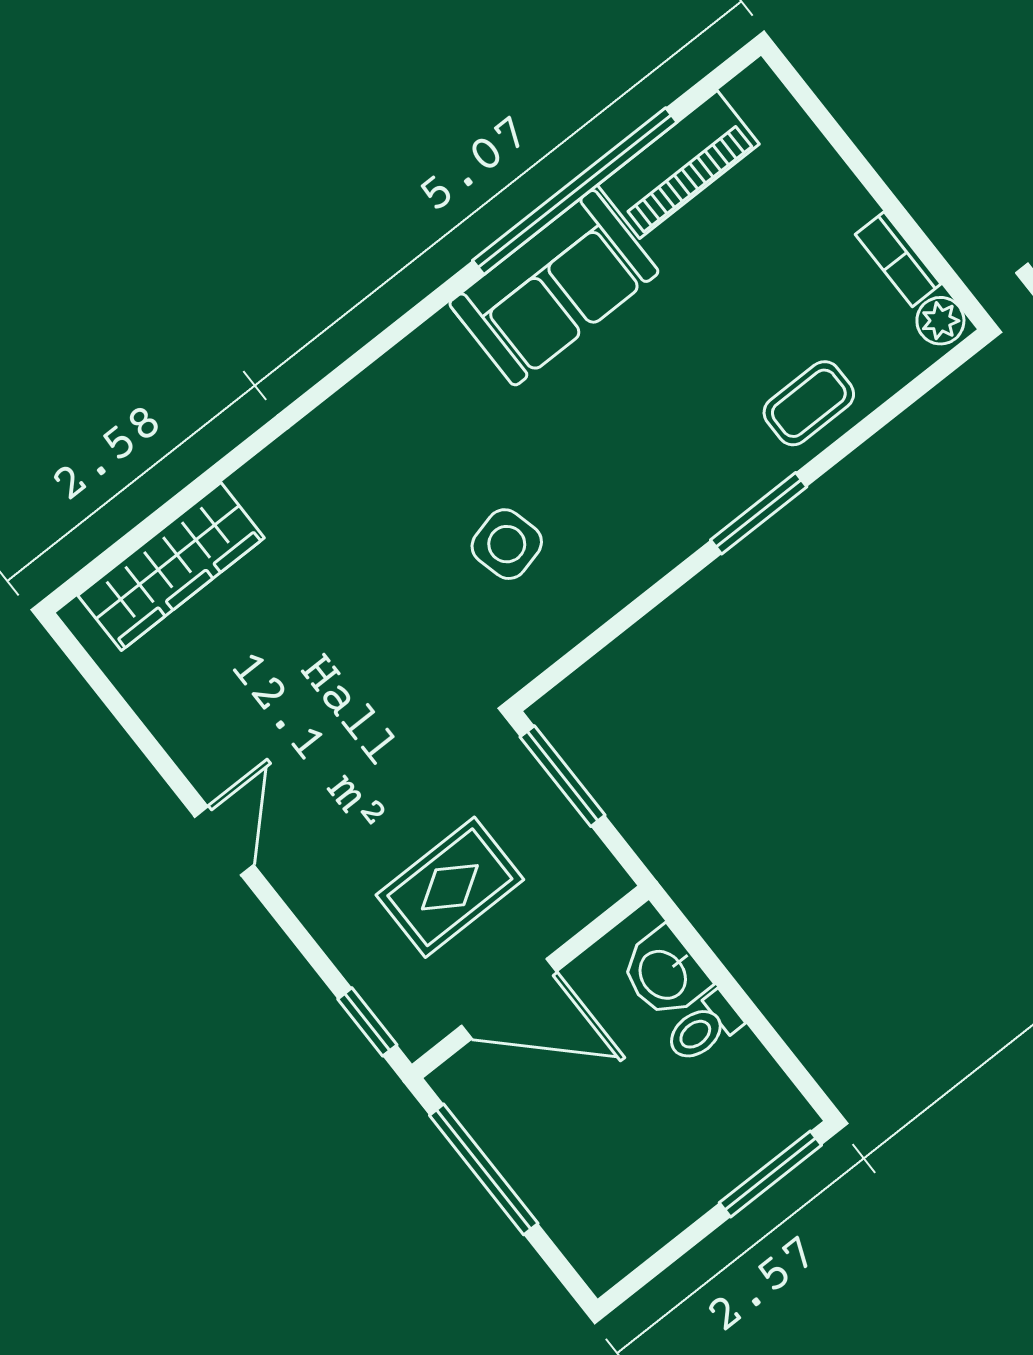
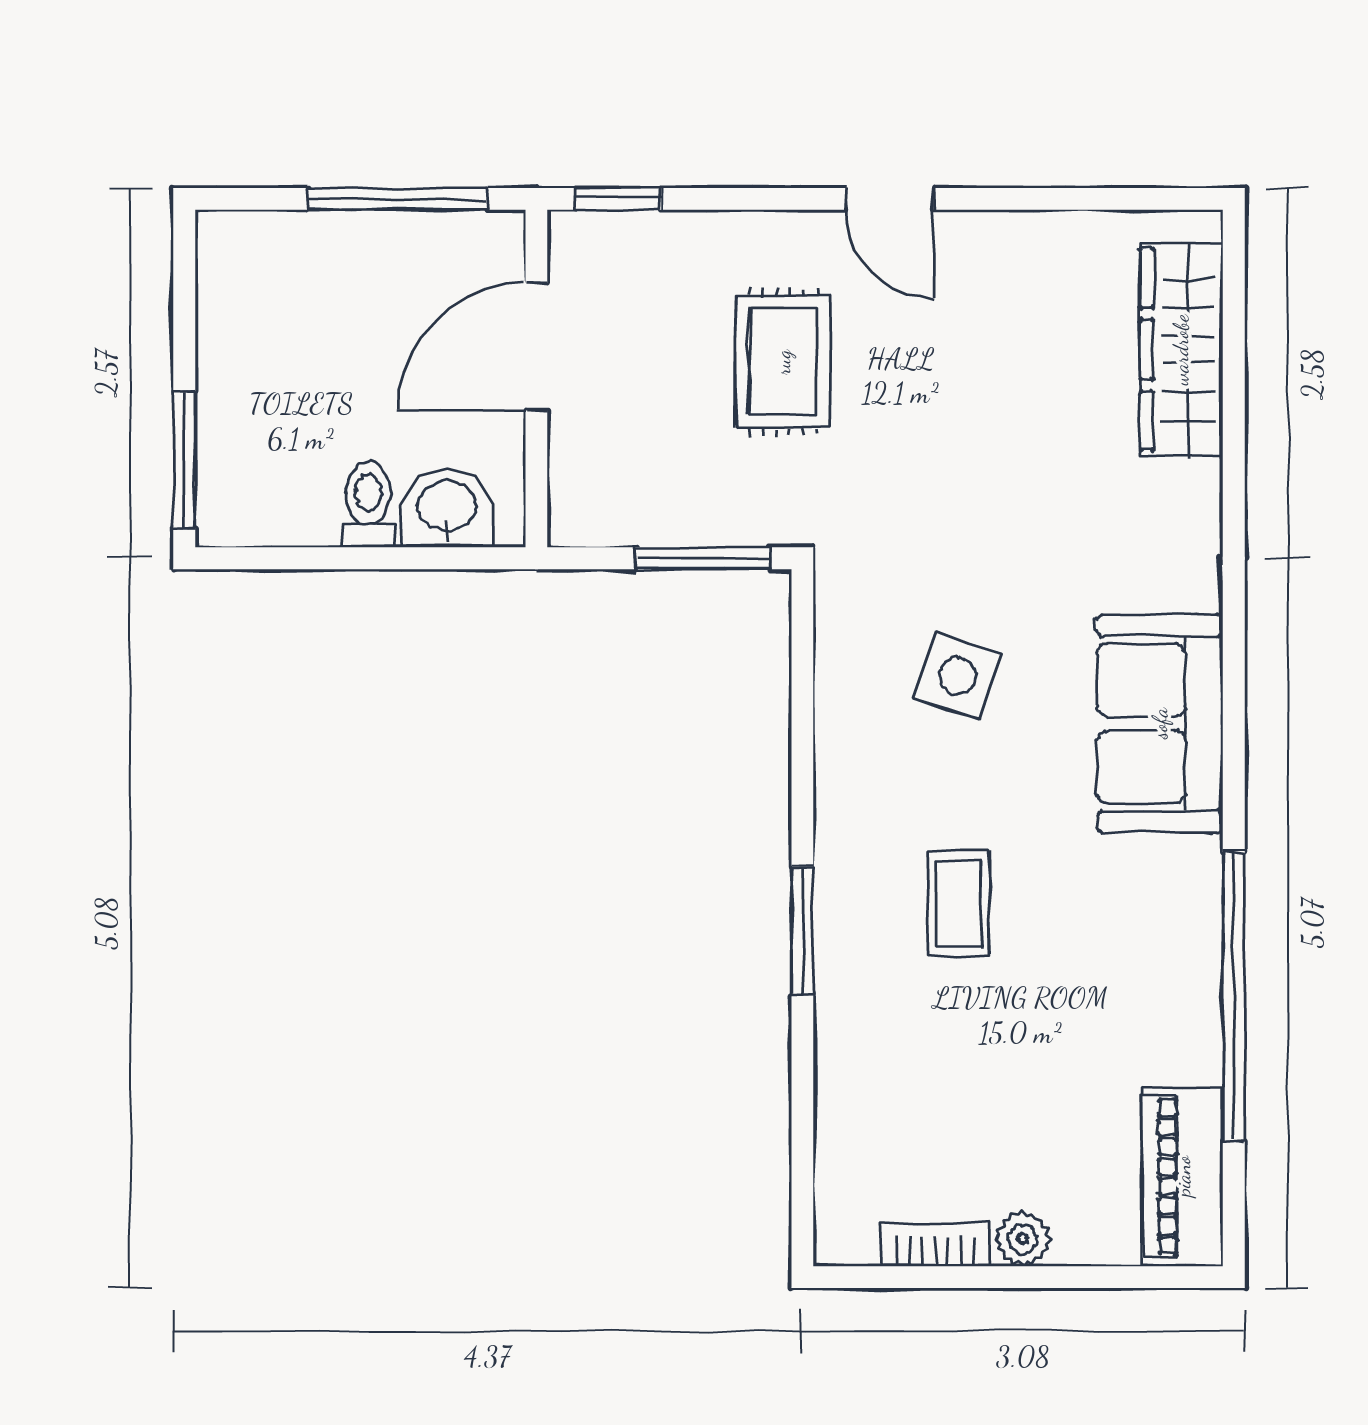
piano: (678, 165) -> (1183, 1176), moved
sofa: (554, 288) -> (1160, 723), moved
plant: (940, 321) -> (1023, 1239), moved
coffee table: (809, 403) -> (959, 903), moved
side table: (507, 544) -> (958, 676), turned 32
rug: (450, 887) -> (783, 362), moved

